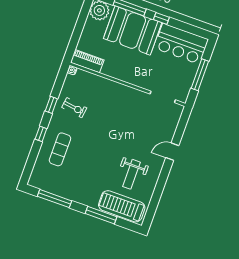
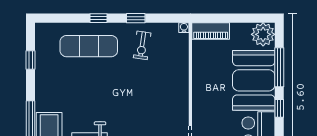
piano: (87, 61) -> (211, 31), moved, turned 90
exercise mat: (60, 149) -> (89, 46), width x1.36, depth x1.45
window: (55, 199) -> (31, 60), width x0.46

